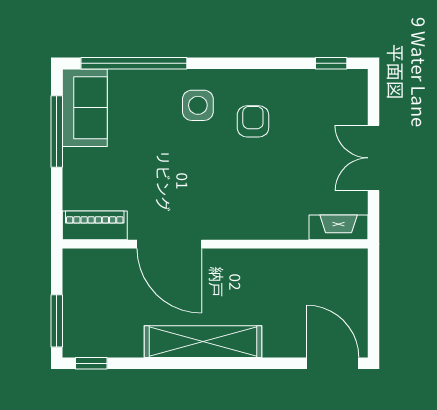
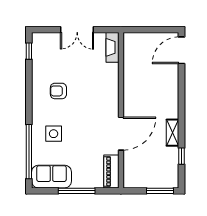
side table: (198, 105) -> (54, 134), moved
window: (57, 131) -> (77, 191), moved
shelving: (203, 342) -> (173, 133), width x0.45, depth x0.75
window: (91, 363) -> (182, 156), moved

